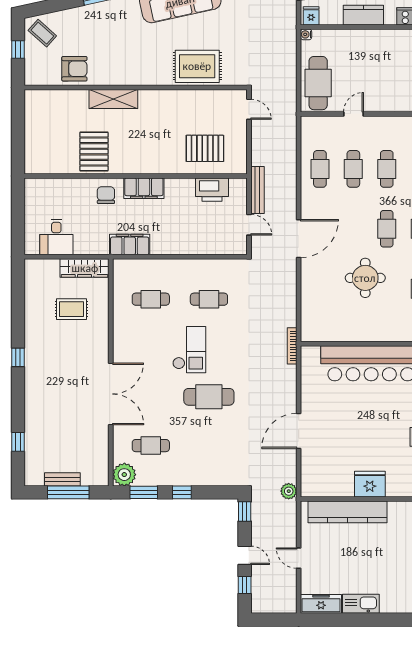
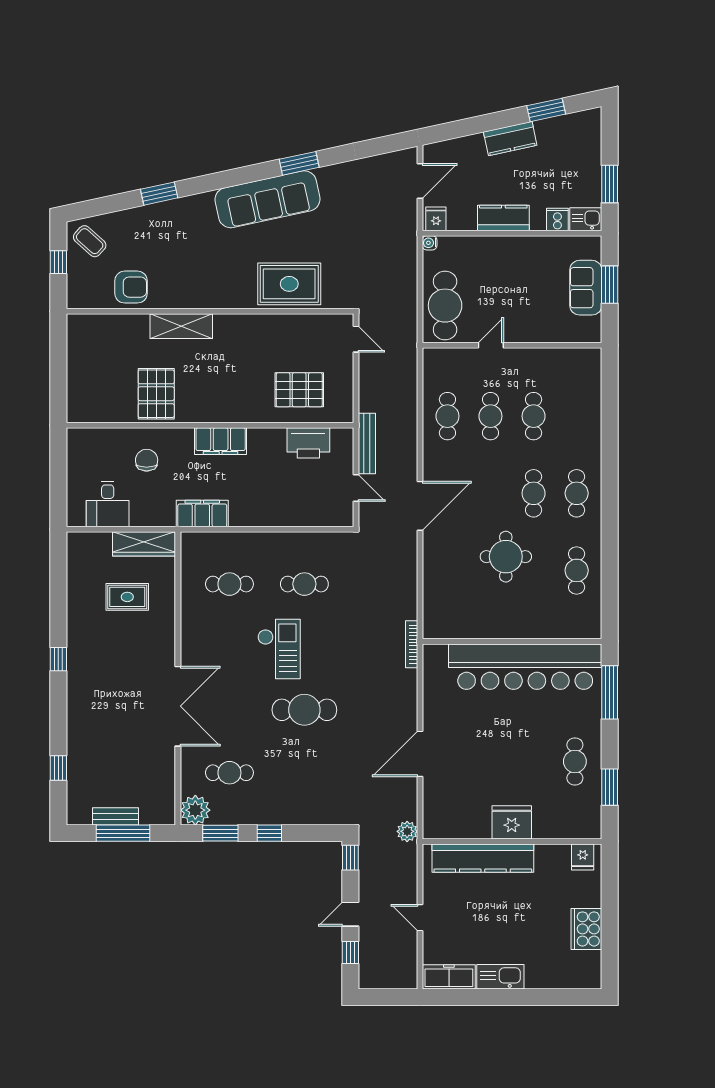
chair: (106, 195) -> (147, 460), moved
door: (245, 555) -> (350, 914), swing flipped

